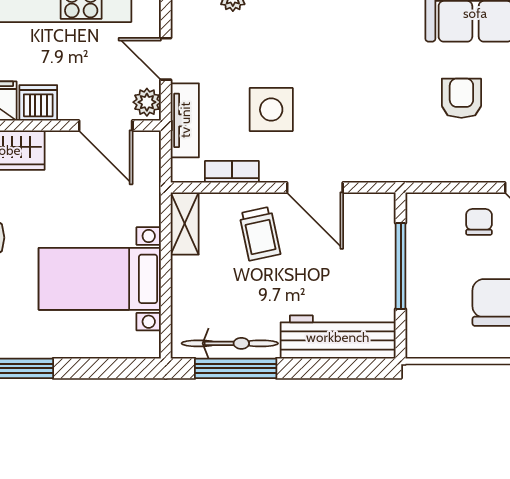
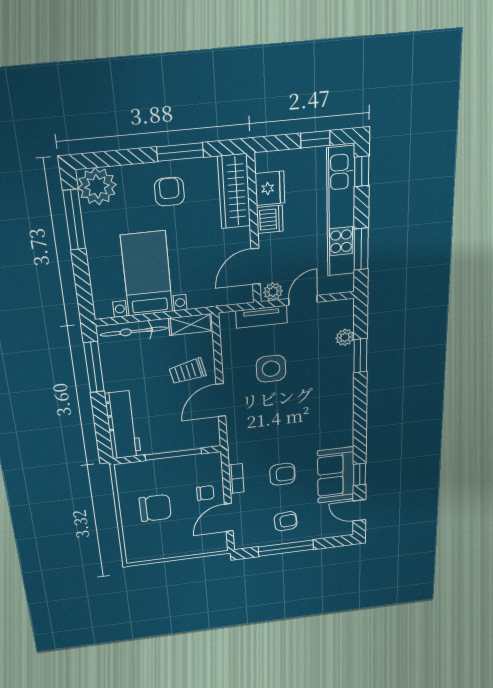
bookcase: (232, 172) -> (236, 479), moved
bicycle: (230, 343) -> (134, 331), moved, turned 90

